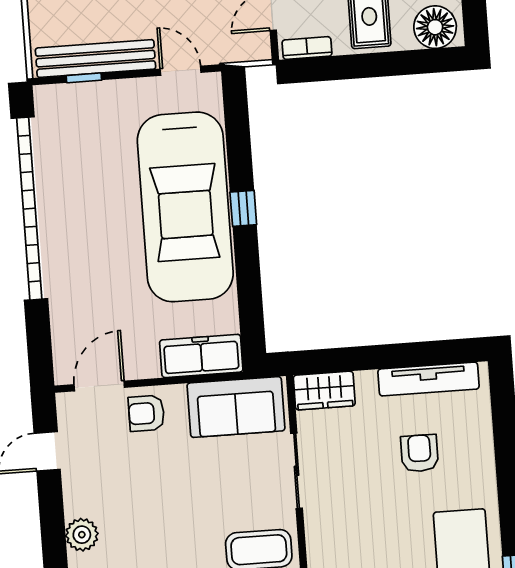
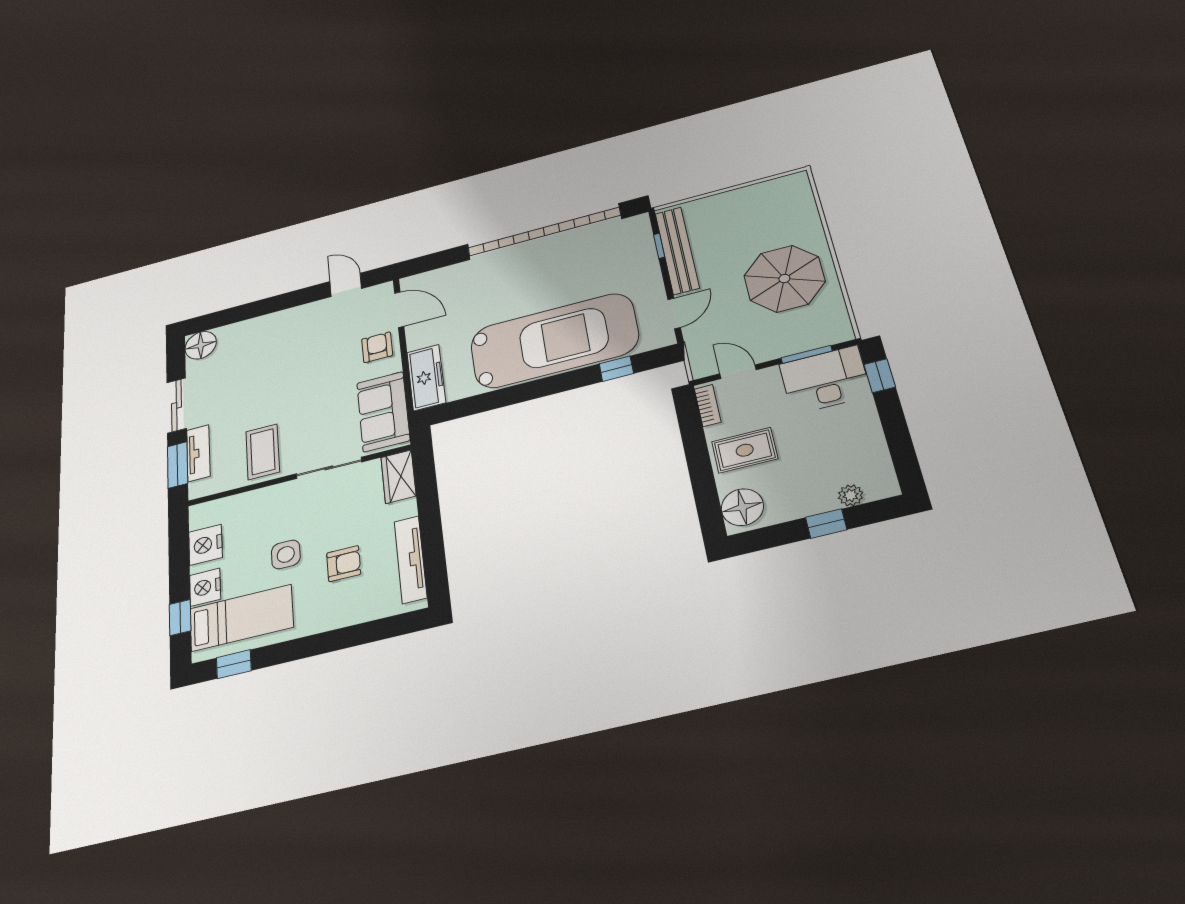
car: (185, 207) -> (554, 341), turned 180
window: (243, 208) -> (616, 369), moved
side table: (396, 519) -> (286, 554), added
plant: (82, 535) -> (279, 322), removed

